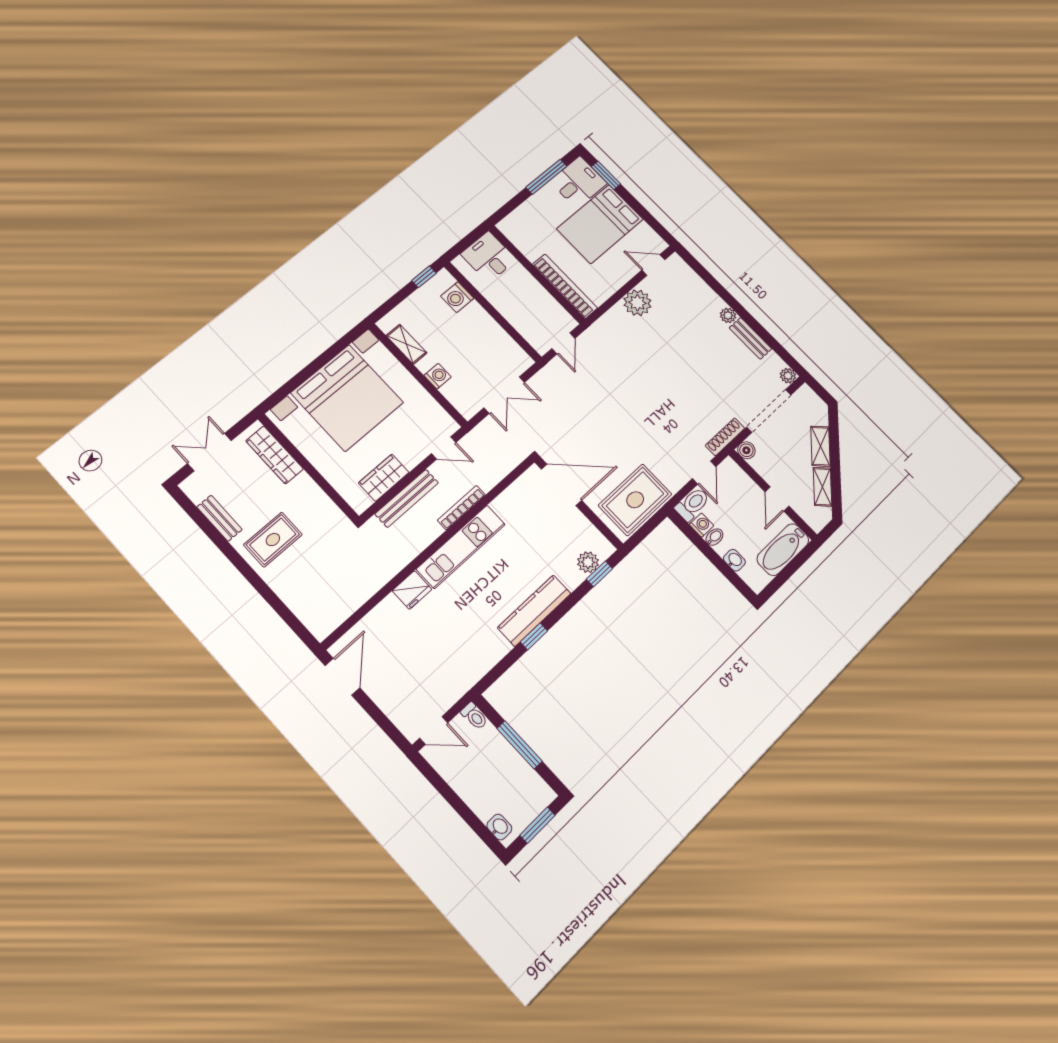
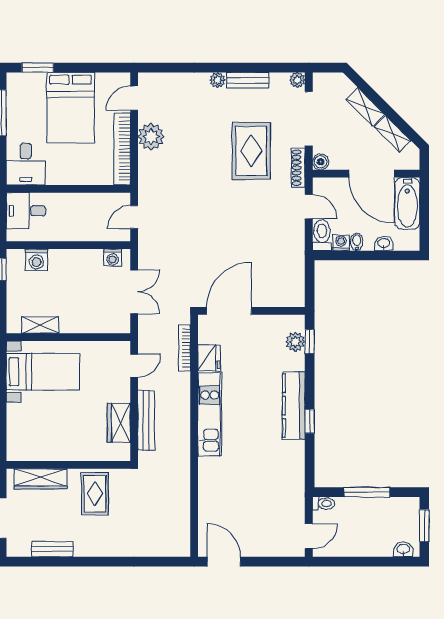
desk: (578, 182) -> (26, 164), moved, turned 180
bookcase: (565, 286) -> (122, 149), moved, turned -90
door: (563, 343) -> (134, 217), swing flipped
washing machine: (438, 376) -> (113, 258), moved, turned 180
bed with nightstands: (347, 398) -> (43, 372), width x0.54
door: (777, 499) -> (372, 174), width x1.88
rug: (635, 500) -> (251, 151), moved
bookcase: (461, 508) -> (184, 348), moved
rug: (273, 540) -> (95, 494), moved
fridge: (412, 590) -> (209, 358), moved

